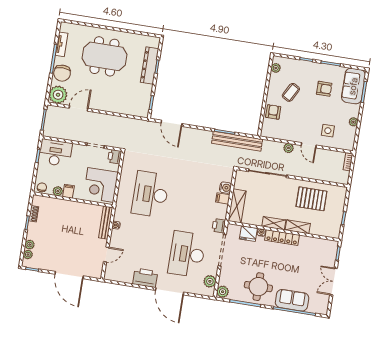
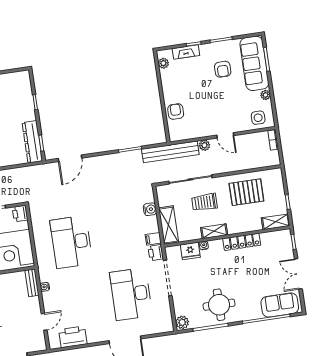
fireplace: (298, 64) -> (186, 52), added
dresser: (150, 66) -> (32, 142), moved
sofa: (353, 86) -> (254, 63), width x1.36
armchair: (324, 89) -> (223, 69), turned 90
coffee table: (291, 92) -> (188, 84), removed
door: (171, 123) -> (70, 158), hinge flipped
side table: (328, 131) -> (258, 118), moved
bench: (237, 141) -> (170, 152), moved
trolley: (273, 196) -> (204, 202), added
filing cabinet: (223, 198) -> (153, 239), moved
bench: (106, 223) -> (32, 283), width x0.73
shelving: (298, 227) -> (276, 222), moved
locker: (282, 238) -> (242, 242), moved
printer: (145, 278) -> (73, 337), moved
plant: (210, 281) -> (165, 316), removed
sofa: (292, 300) -> (280, 305), moved

